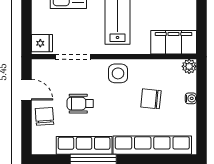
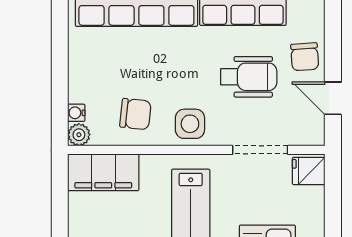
water cooler: (191, 98) -> (76, 113), moved
chair: (151, 99) -> (135, 114), moved
wheelchair: (80, 104) -> (249, 77), width x1.36, depth x1.37

